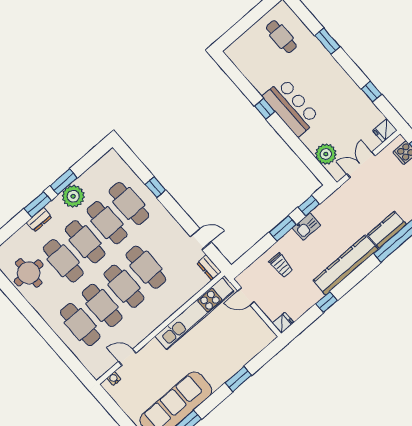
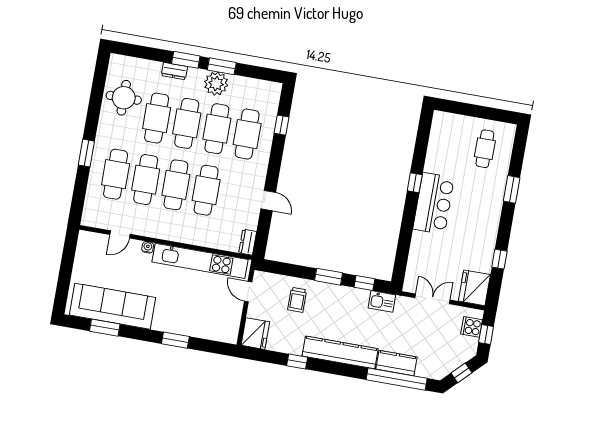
fridge: (385, 130) -> (474, 288), width x1.88, depth x1.34
plant: (326, 154) -> (418, 263), removed
window: (155, 187) -> (281, 125), moved
kitchen sink: (307, 227) -> (382, 301), moved
door: (201, 239) -> (268, 201), moved
fridge: (283, 323) -> (255, 334), width x1.88, depth x1.34
window: (47, 333) -> (86, 153), added
door: (127, 357) -> (120, 234), swing flipped
water cooler: (114, 379) -> (148, 247), moved

